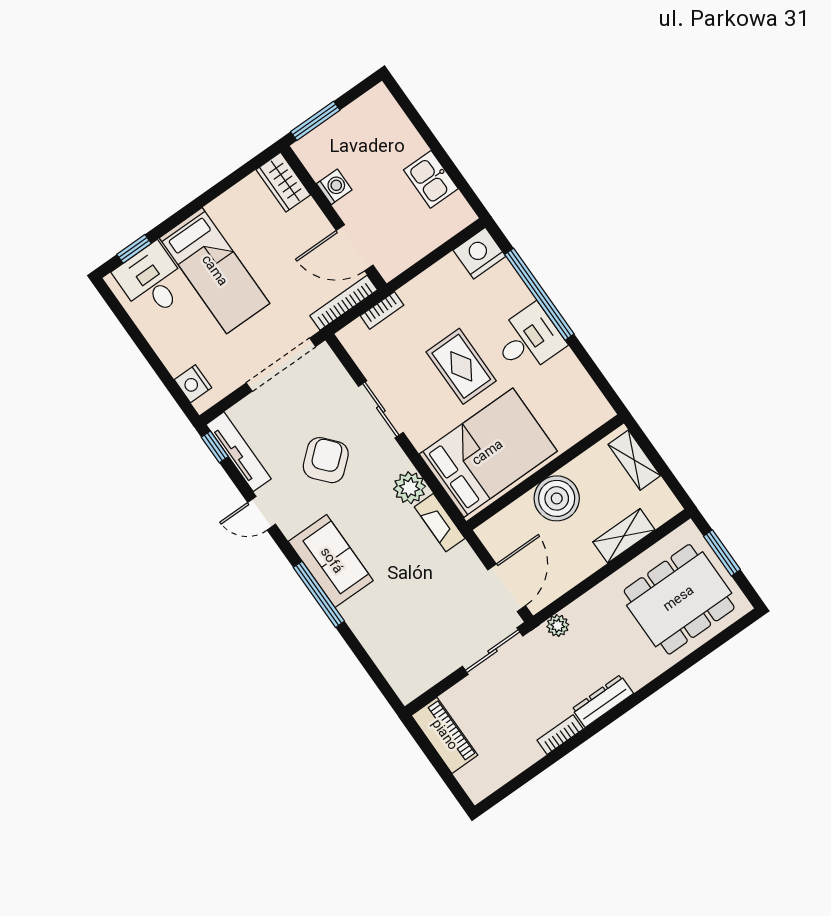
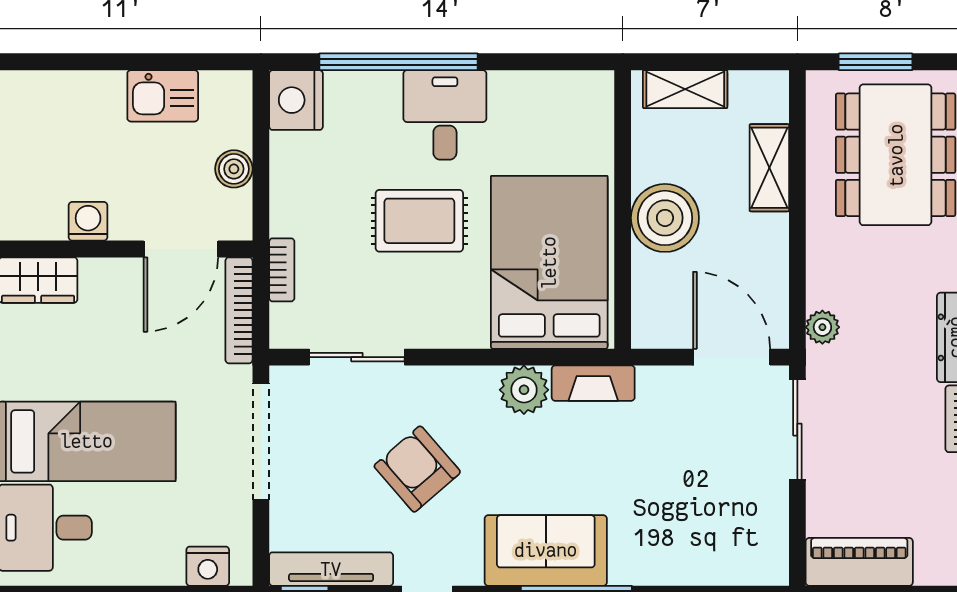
boiler: (418, 246) -> (234, 169), added
sliding door: (381, 409) -> (357, 357), moved

